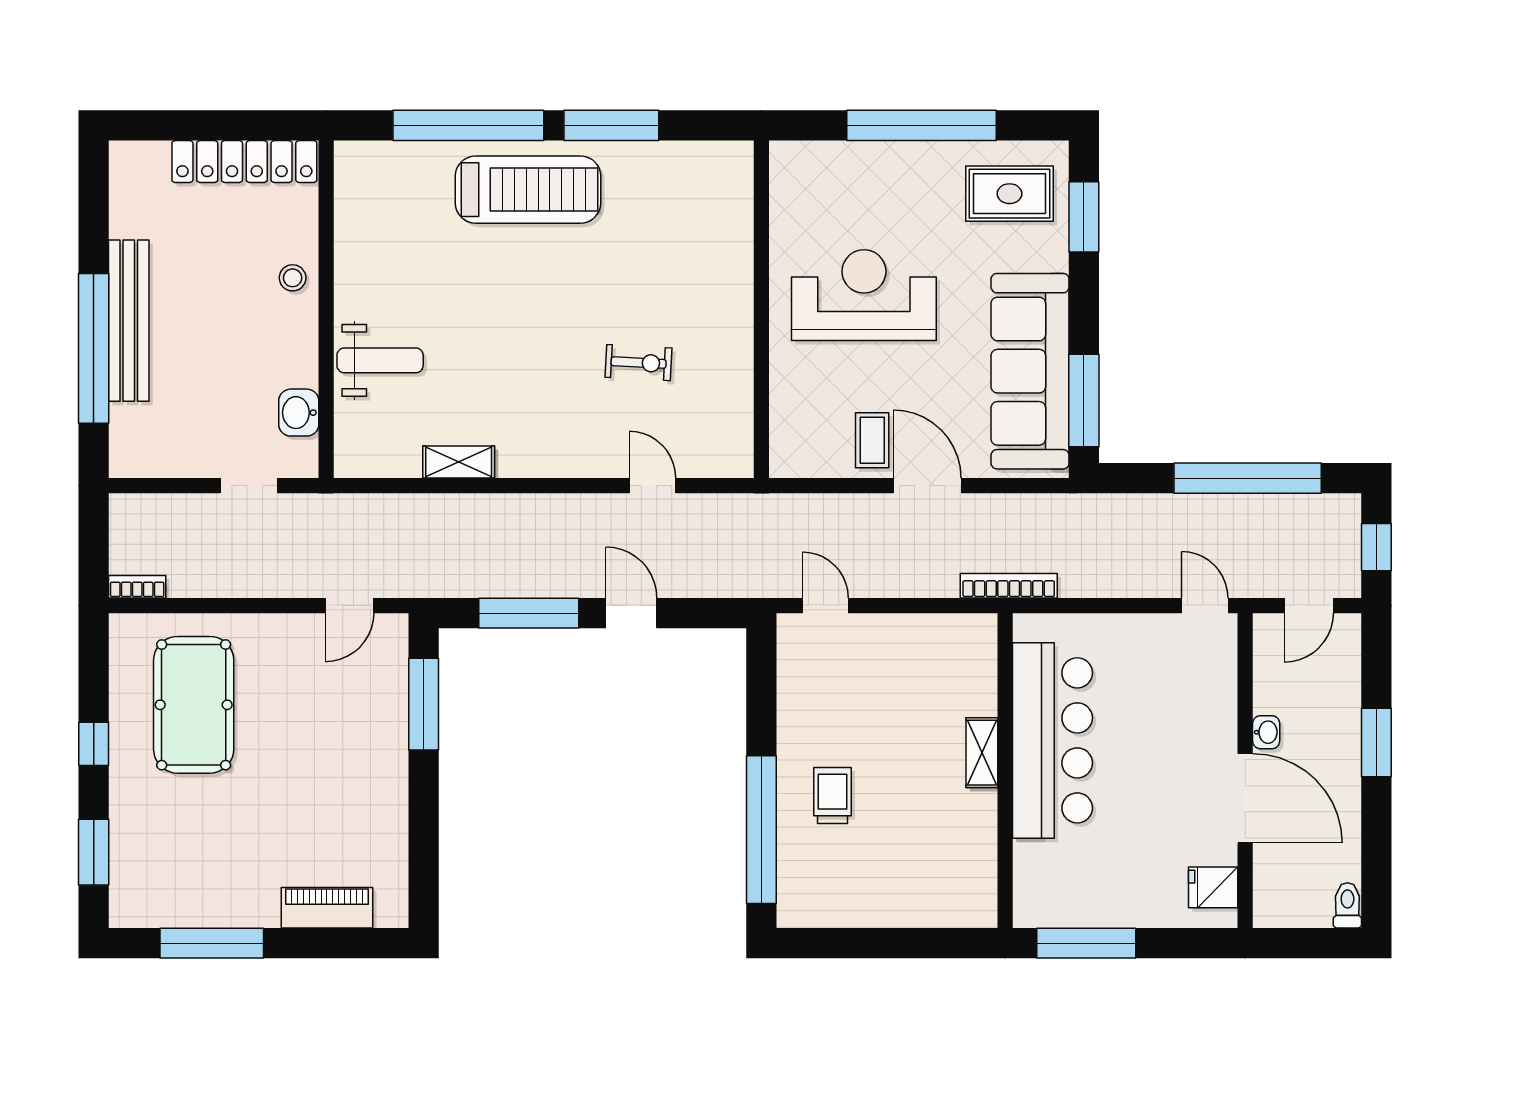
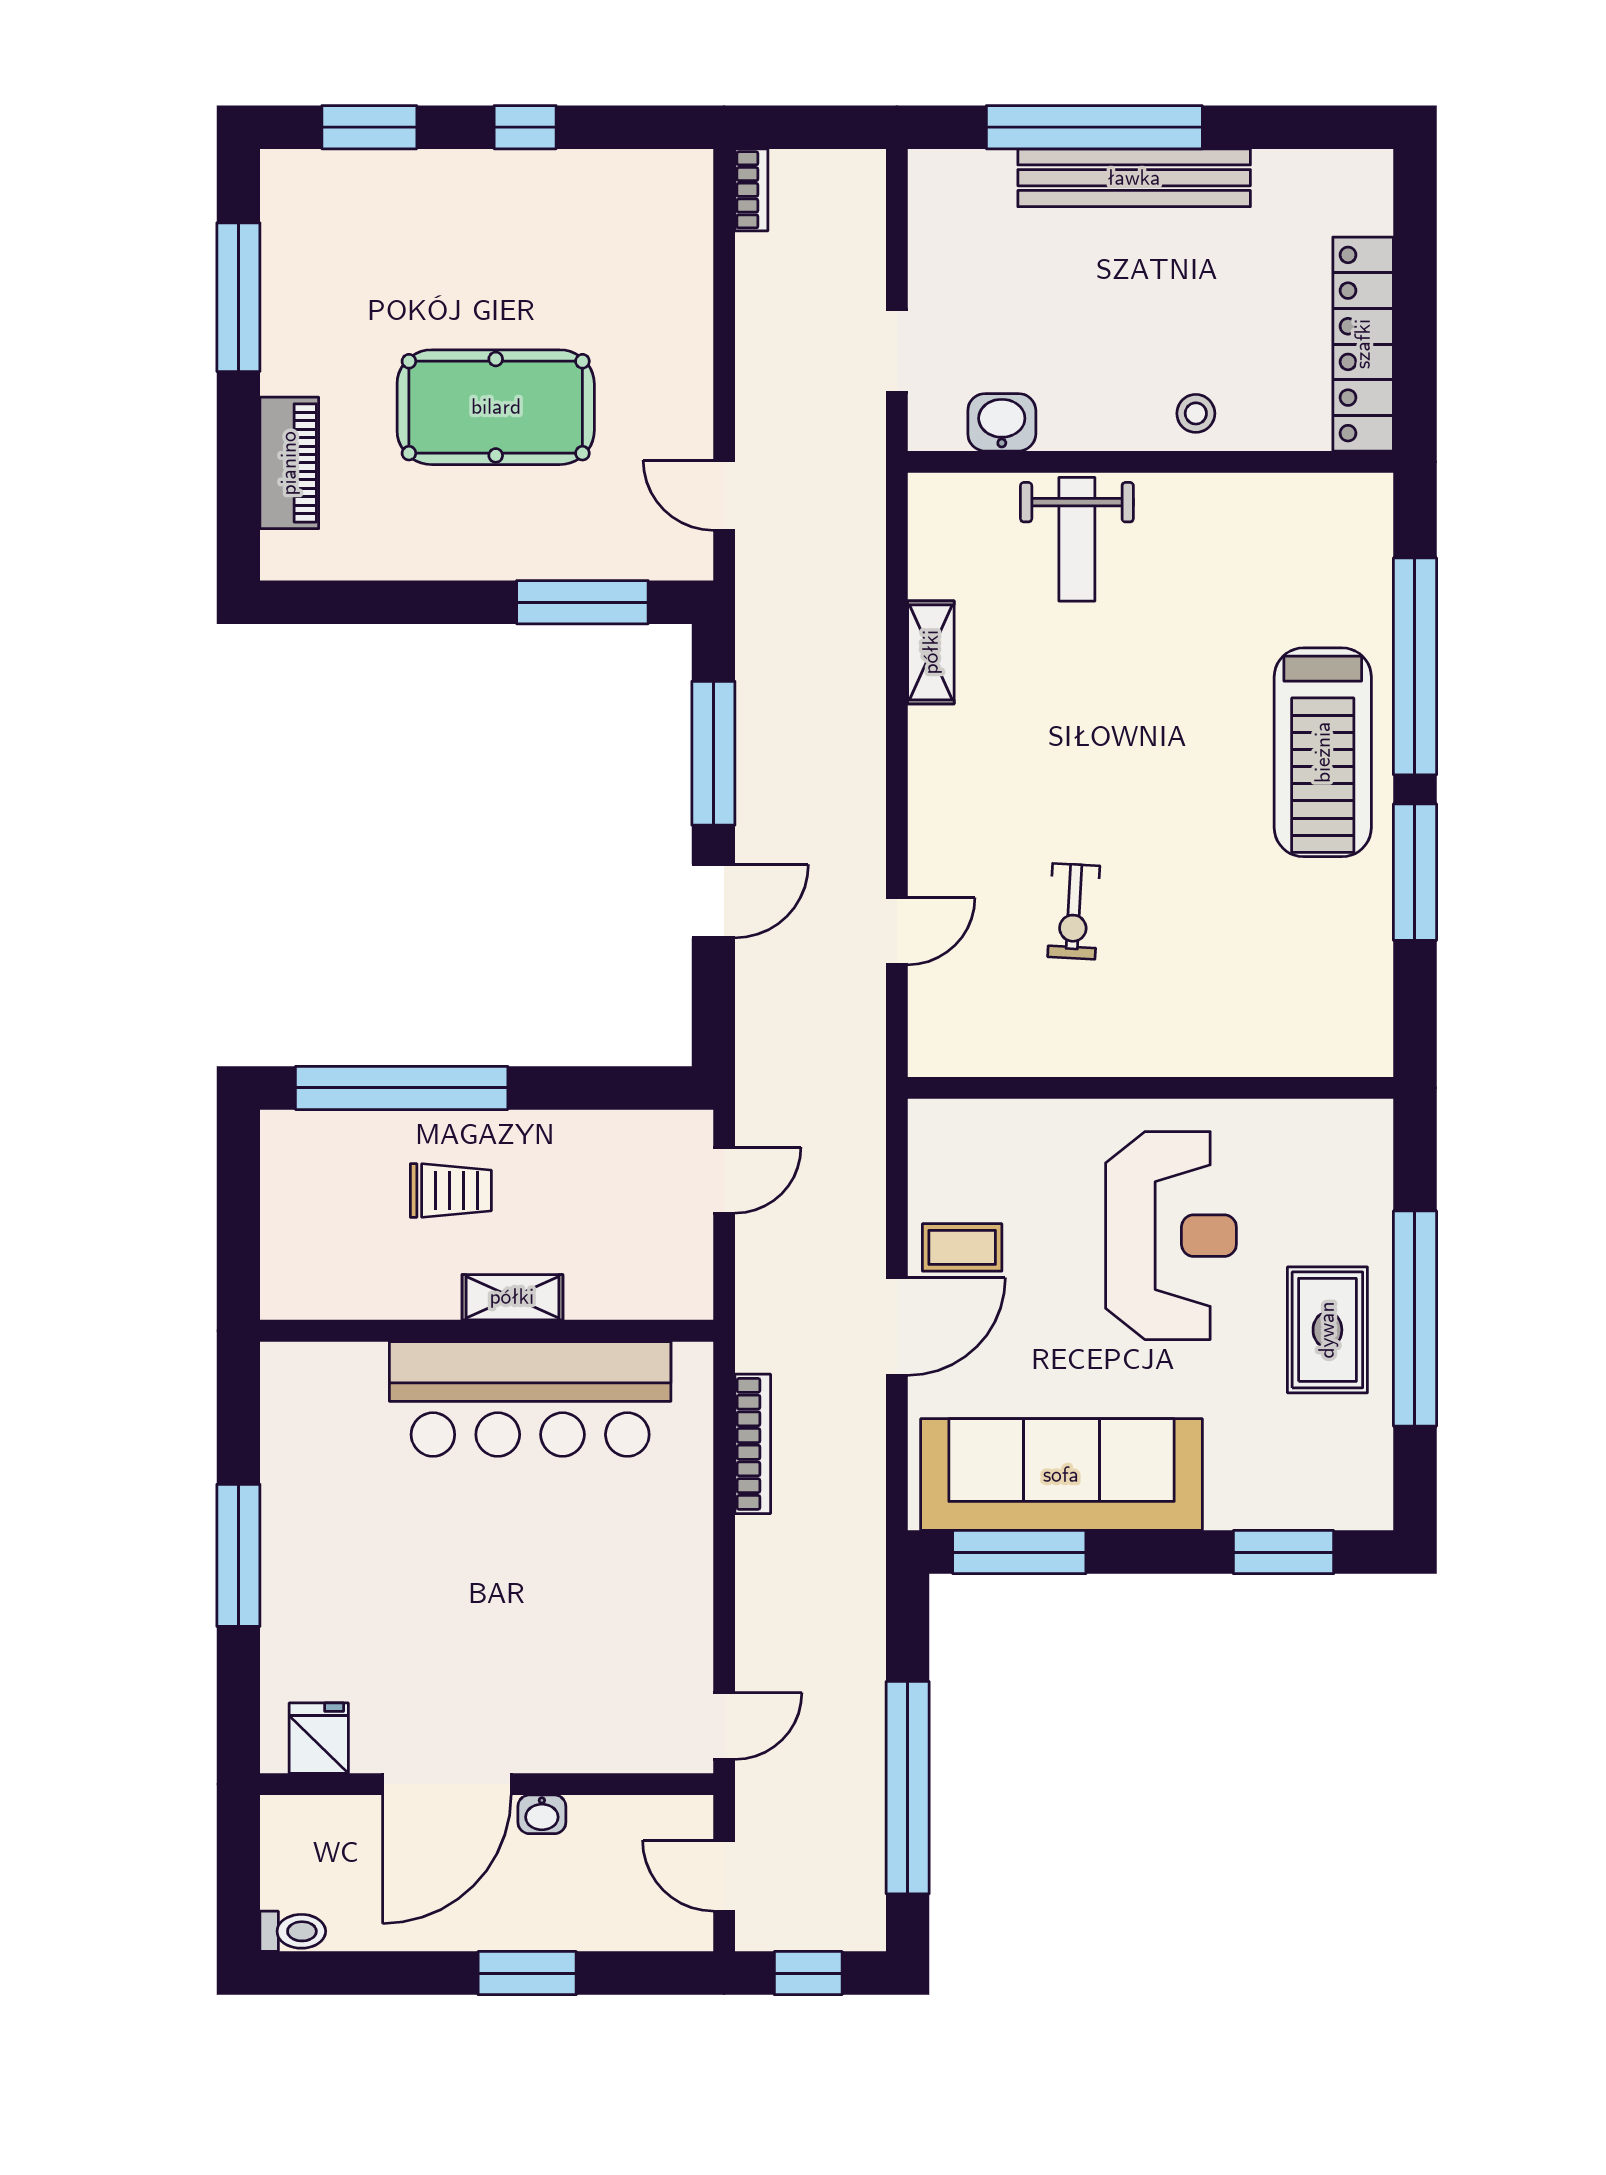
rug: (1009, 194) -> (1327, 1330), moved
pool table: (194, 705) -> (496, 407), moved
bar counter: (1052, 740) -> (530, 1399), moved
shelving: (982, 753) -> (512, 1297), moved
wall: (1005, 771) -> (487, 1331), moved

